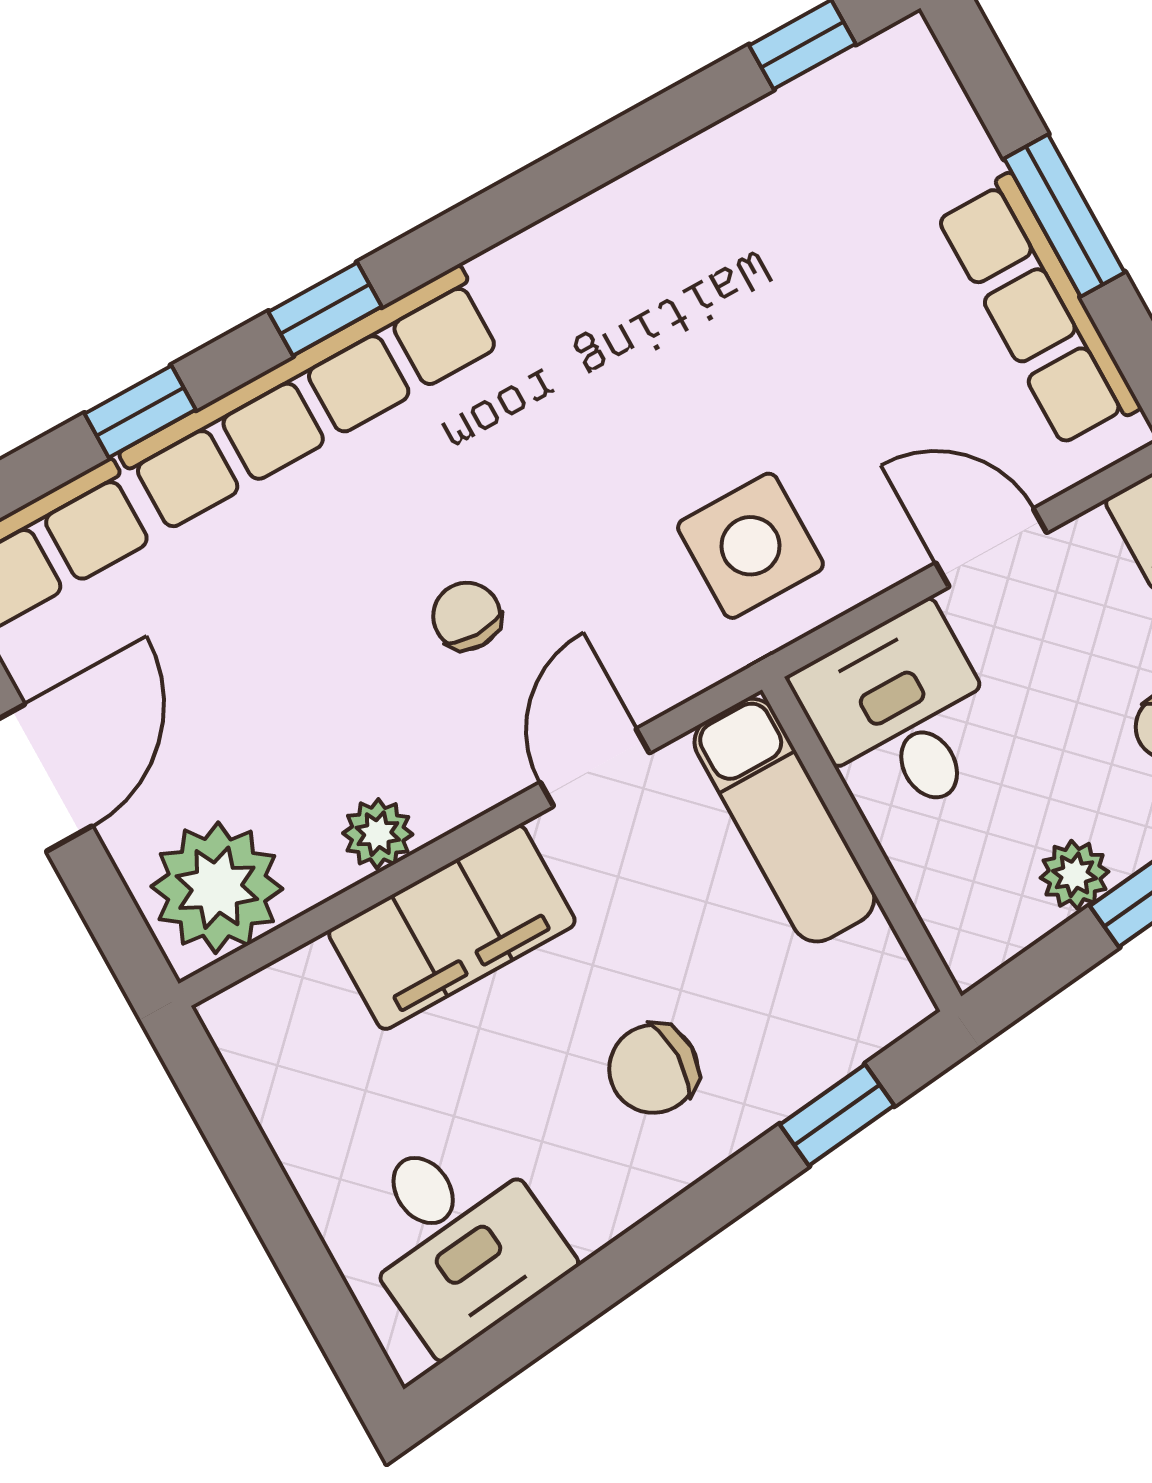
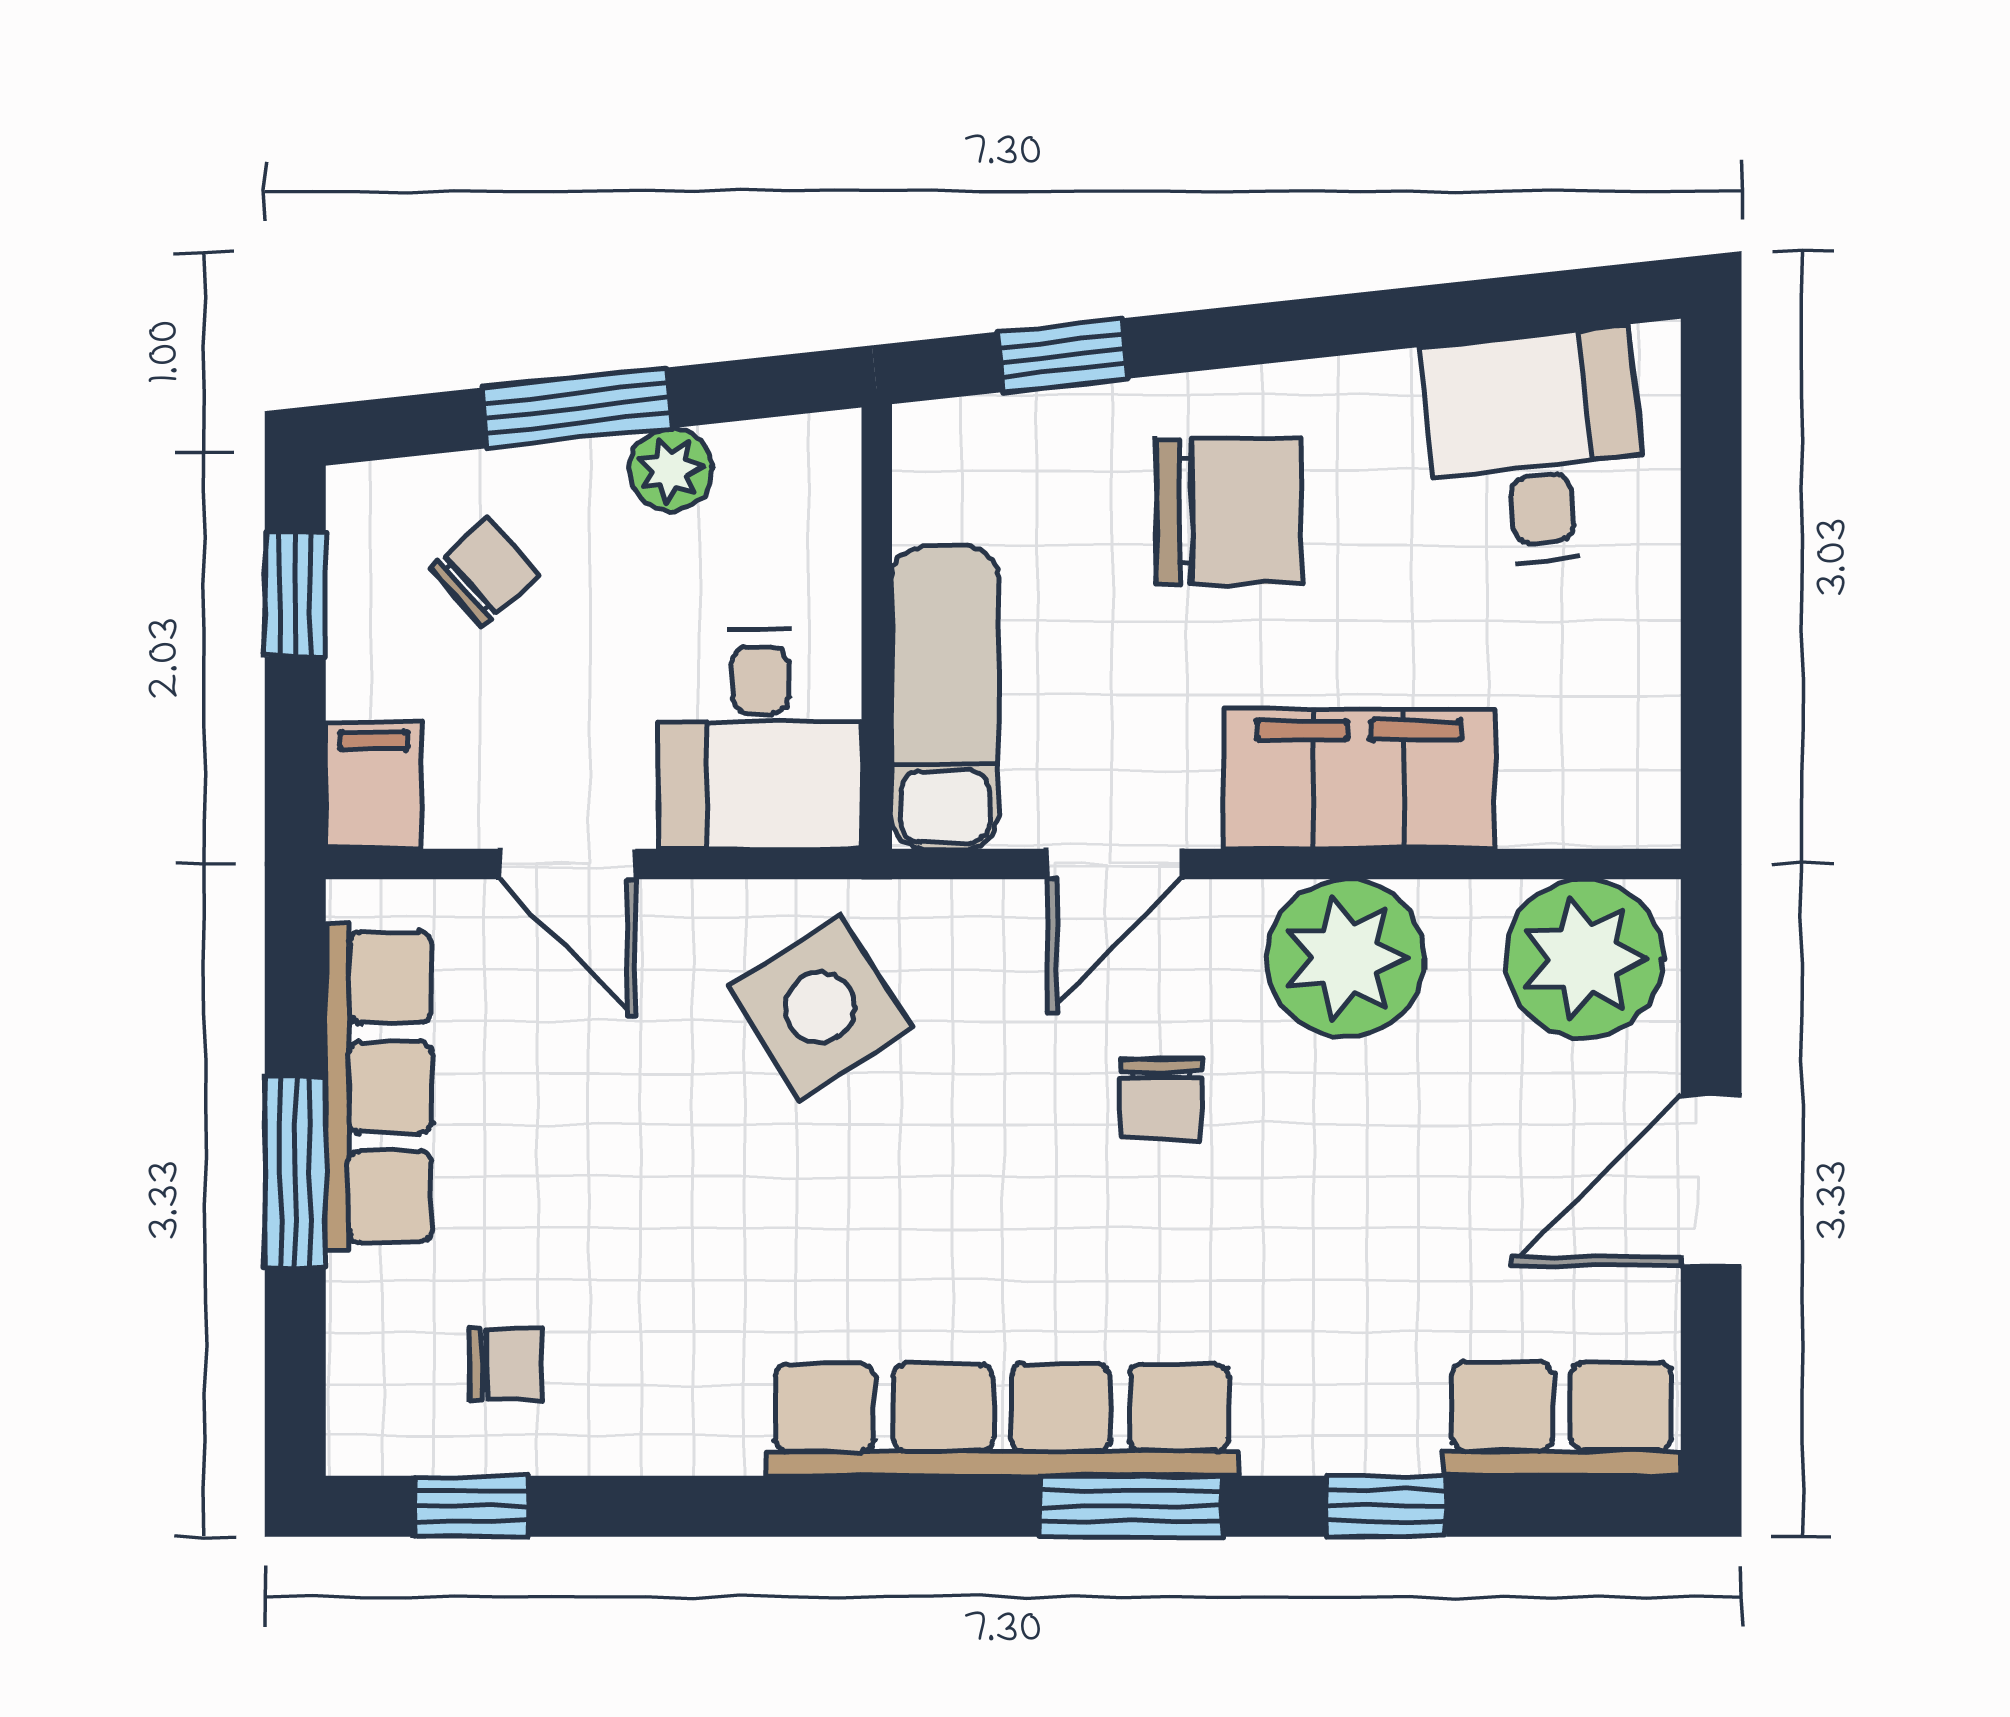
chair: (835, 161) -> (506, 1364), added
window: (325, 309) -> (1131, 1506), width x1.50
row of seats: (311, 399) -> (1002, 1420), moved
side table: (750, 546) -> (820, 1007), turned -33
plant: (378, 834) -> (1346, 958), width x1.88, depth x1.88
chair: (653, 1069) -> (1229, 511), width x1.37, depth x1.37

